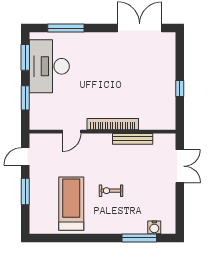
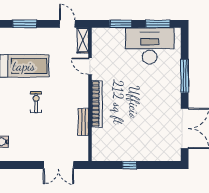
window: (66, 28) -> (185, 76), moved
bench: (133, 139) -> (83, 122), width x0.73
shelving: (43, 140) -> (83, 40), added
window: (25, 191) -> (25, 24), moved

